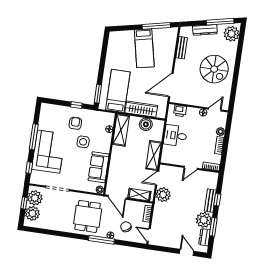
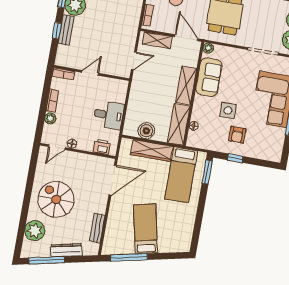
plant: (231, 34) -> (35, 231), moved
shelving: (154, 156) -> (186, 85), moved
plant: (163, 195) -> (127, 39), removed

